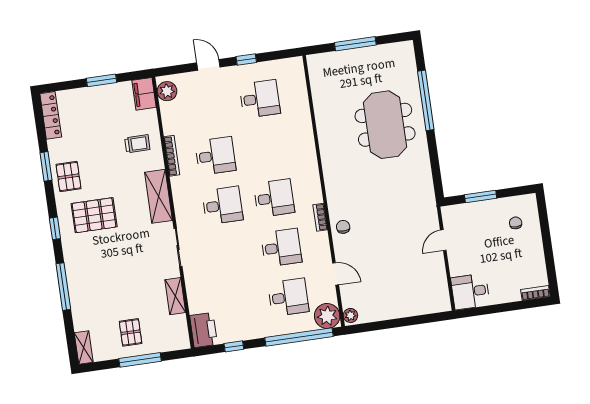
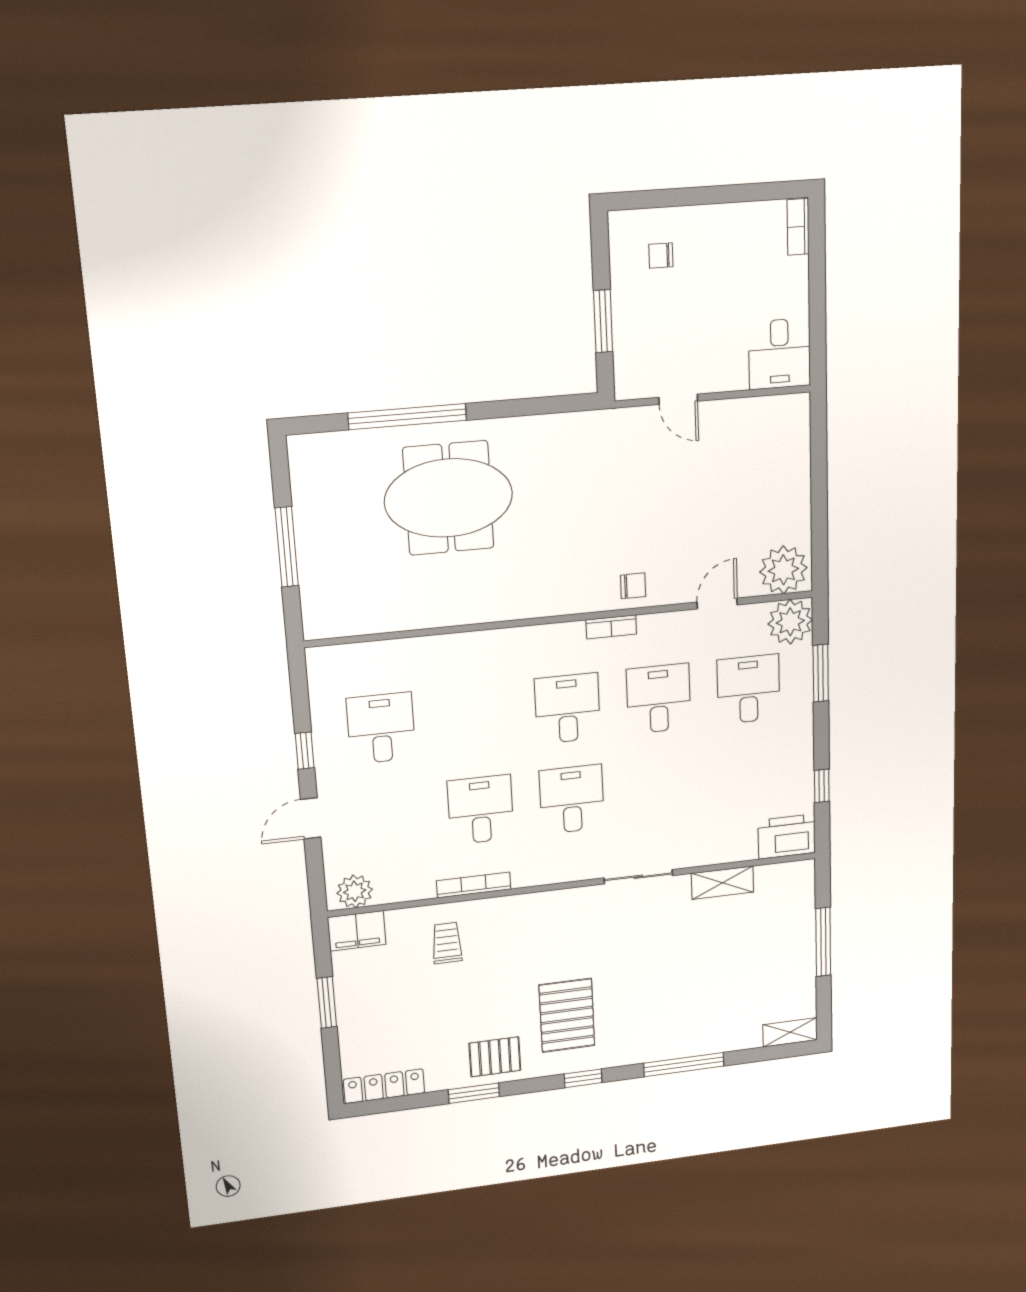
shelving: (158, 196) -> (544, 908), removed
chair: (343, 227) -> (633, 586), turned 180
plant: (350, 315) -> (783, 570), width x1.88, depth x1.88
pallet: (131, 332) -> (775, 957), removed
window: (299, 337) -> (821, 673), width x0.47

